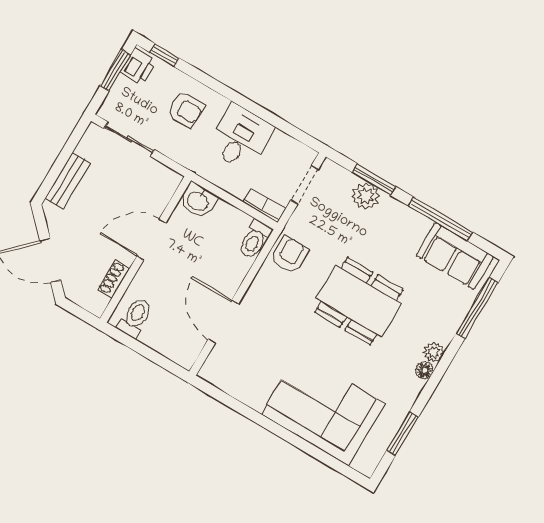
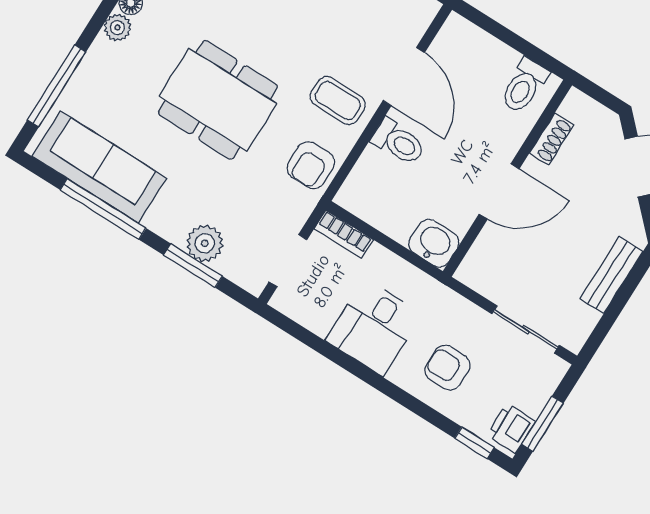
toilet: (255, 239) -> (398, 142), moved, turned 90
sofa: (455, 256) -> (99, 167), width x1.36
coffee table: (271, 303) -> (338, 101), added

